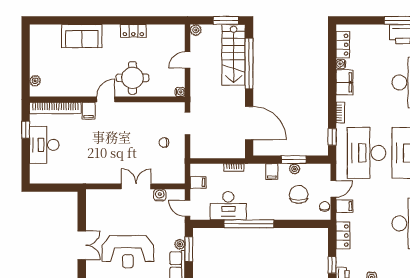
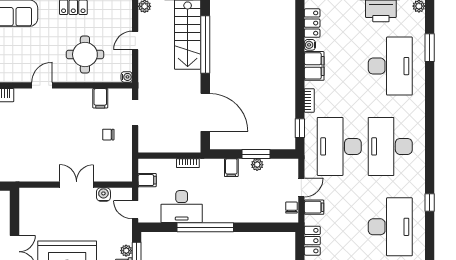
round table: (133, 78) -> (85, 54), moved
filing cabinet: (89, 111) -> (100, 98), moved
chair: (299, 194) -> (262, 194), removed

